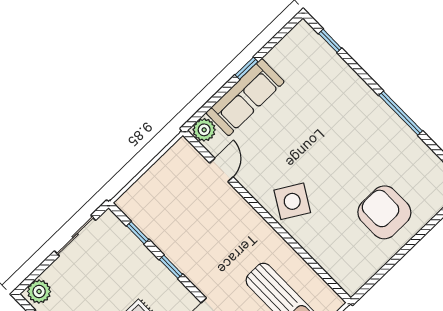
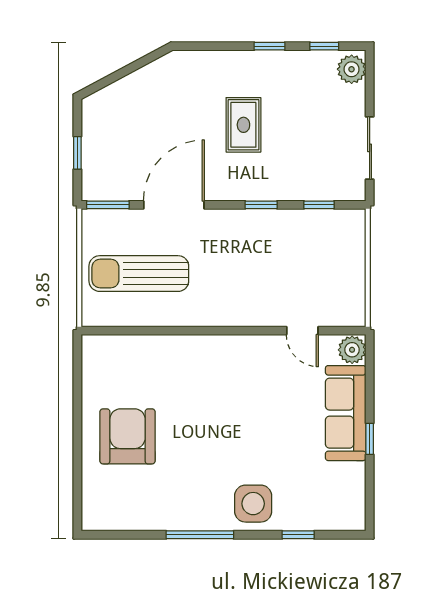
window: (330, 41) -> (298, 535), moved
side table: (292, 201) -> (253, 504), moved, turned -31
armchair: (384, 212) -> (128, 436), turned -90

